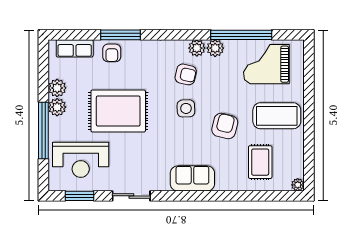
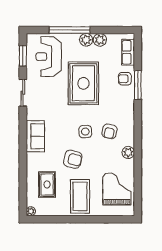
window: (241, 35) -> (138, 171), removed
plant: (197, 48) -> (128, 139), removed
rug: (260, 162) -> (47, 185), turned 90

